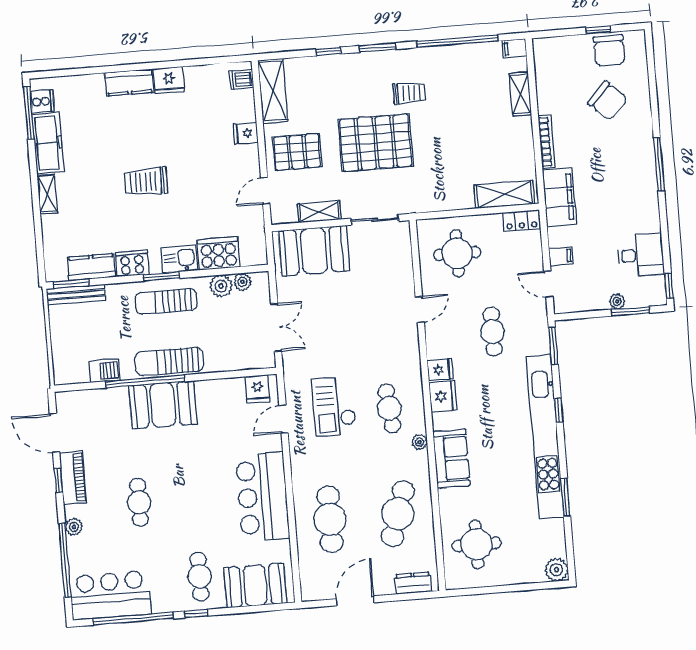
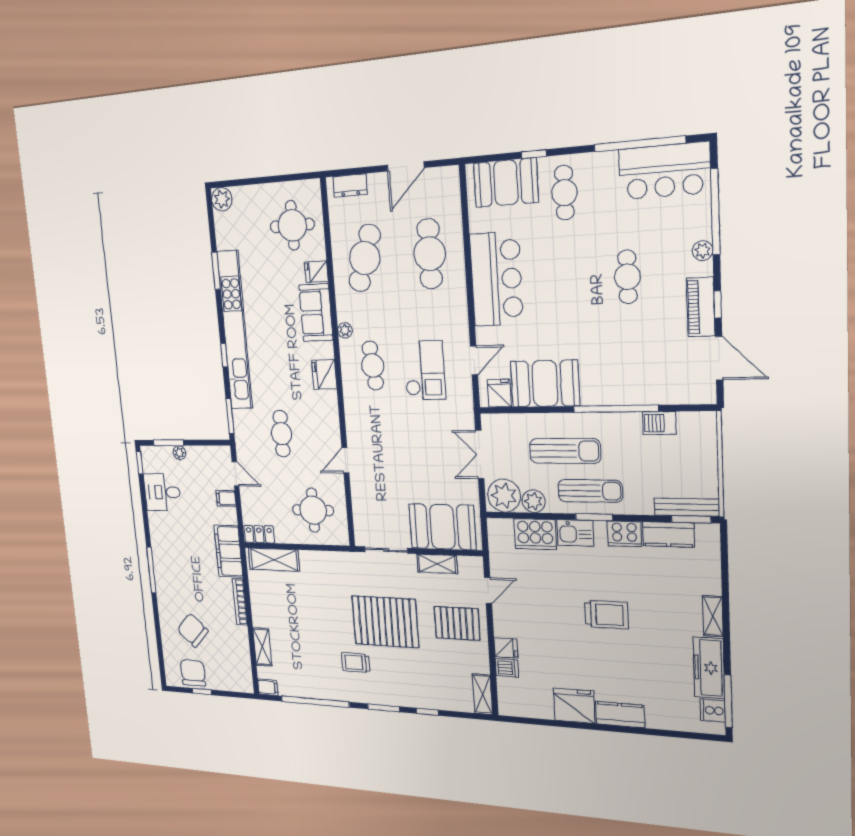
dishwasher: (241, 79) -> (507, 668), moved
fridge: (169, 80) -> (574, 706), width x1.36, depth x1.34
shelving: (273, 91) -> (483, 694), width x0.67, depth x0.75
plant: (242, 282) -> (504, 496), width x1.87, depth x1.87
sun lounger: (169, 362) -> (565, 451), moved
fridge: (440, 370) -> (316, 272), moved
booth: (163, 405) -> (545, 384), moved
window: (196, 614) -> (534, 154), moved

